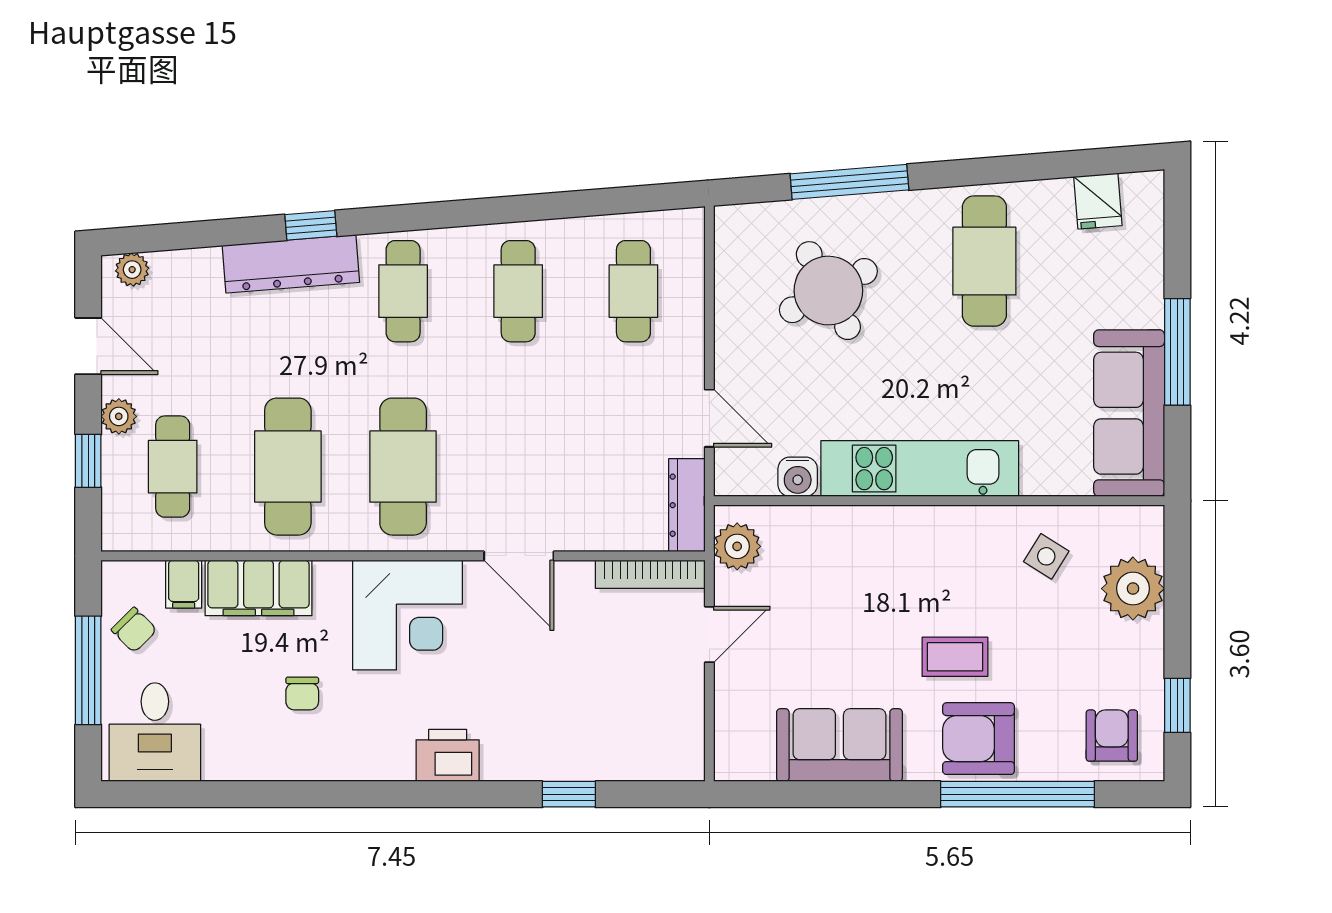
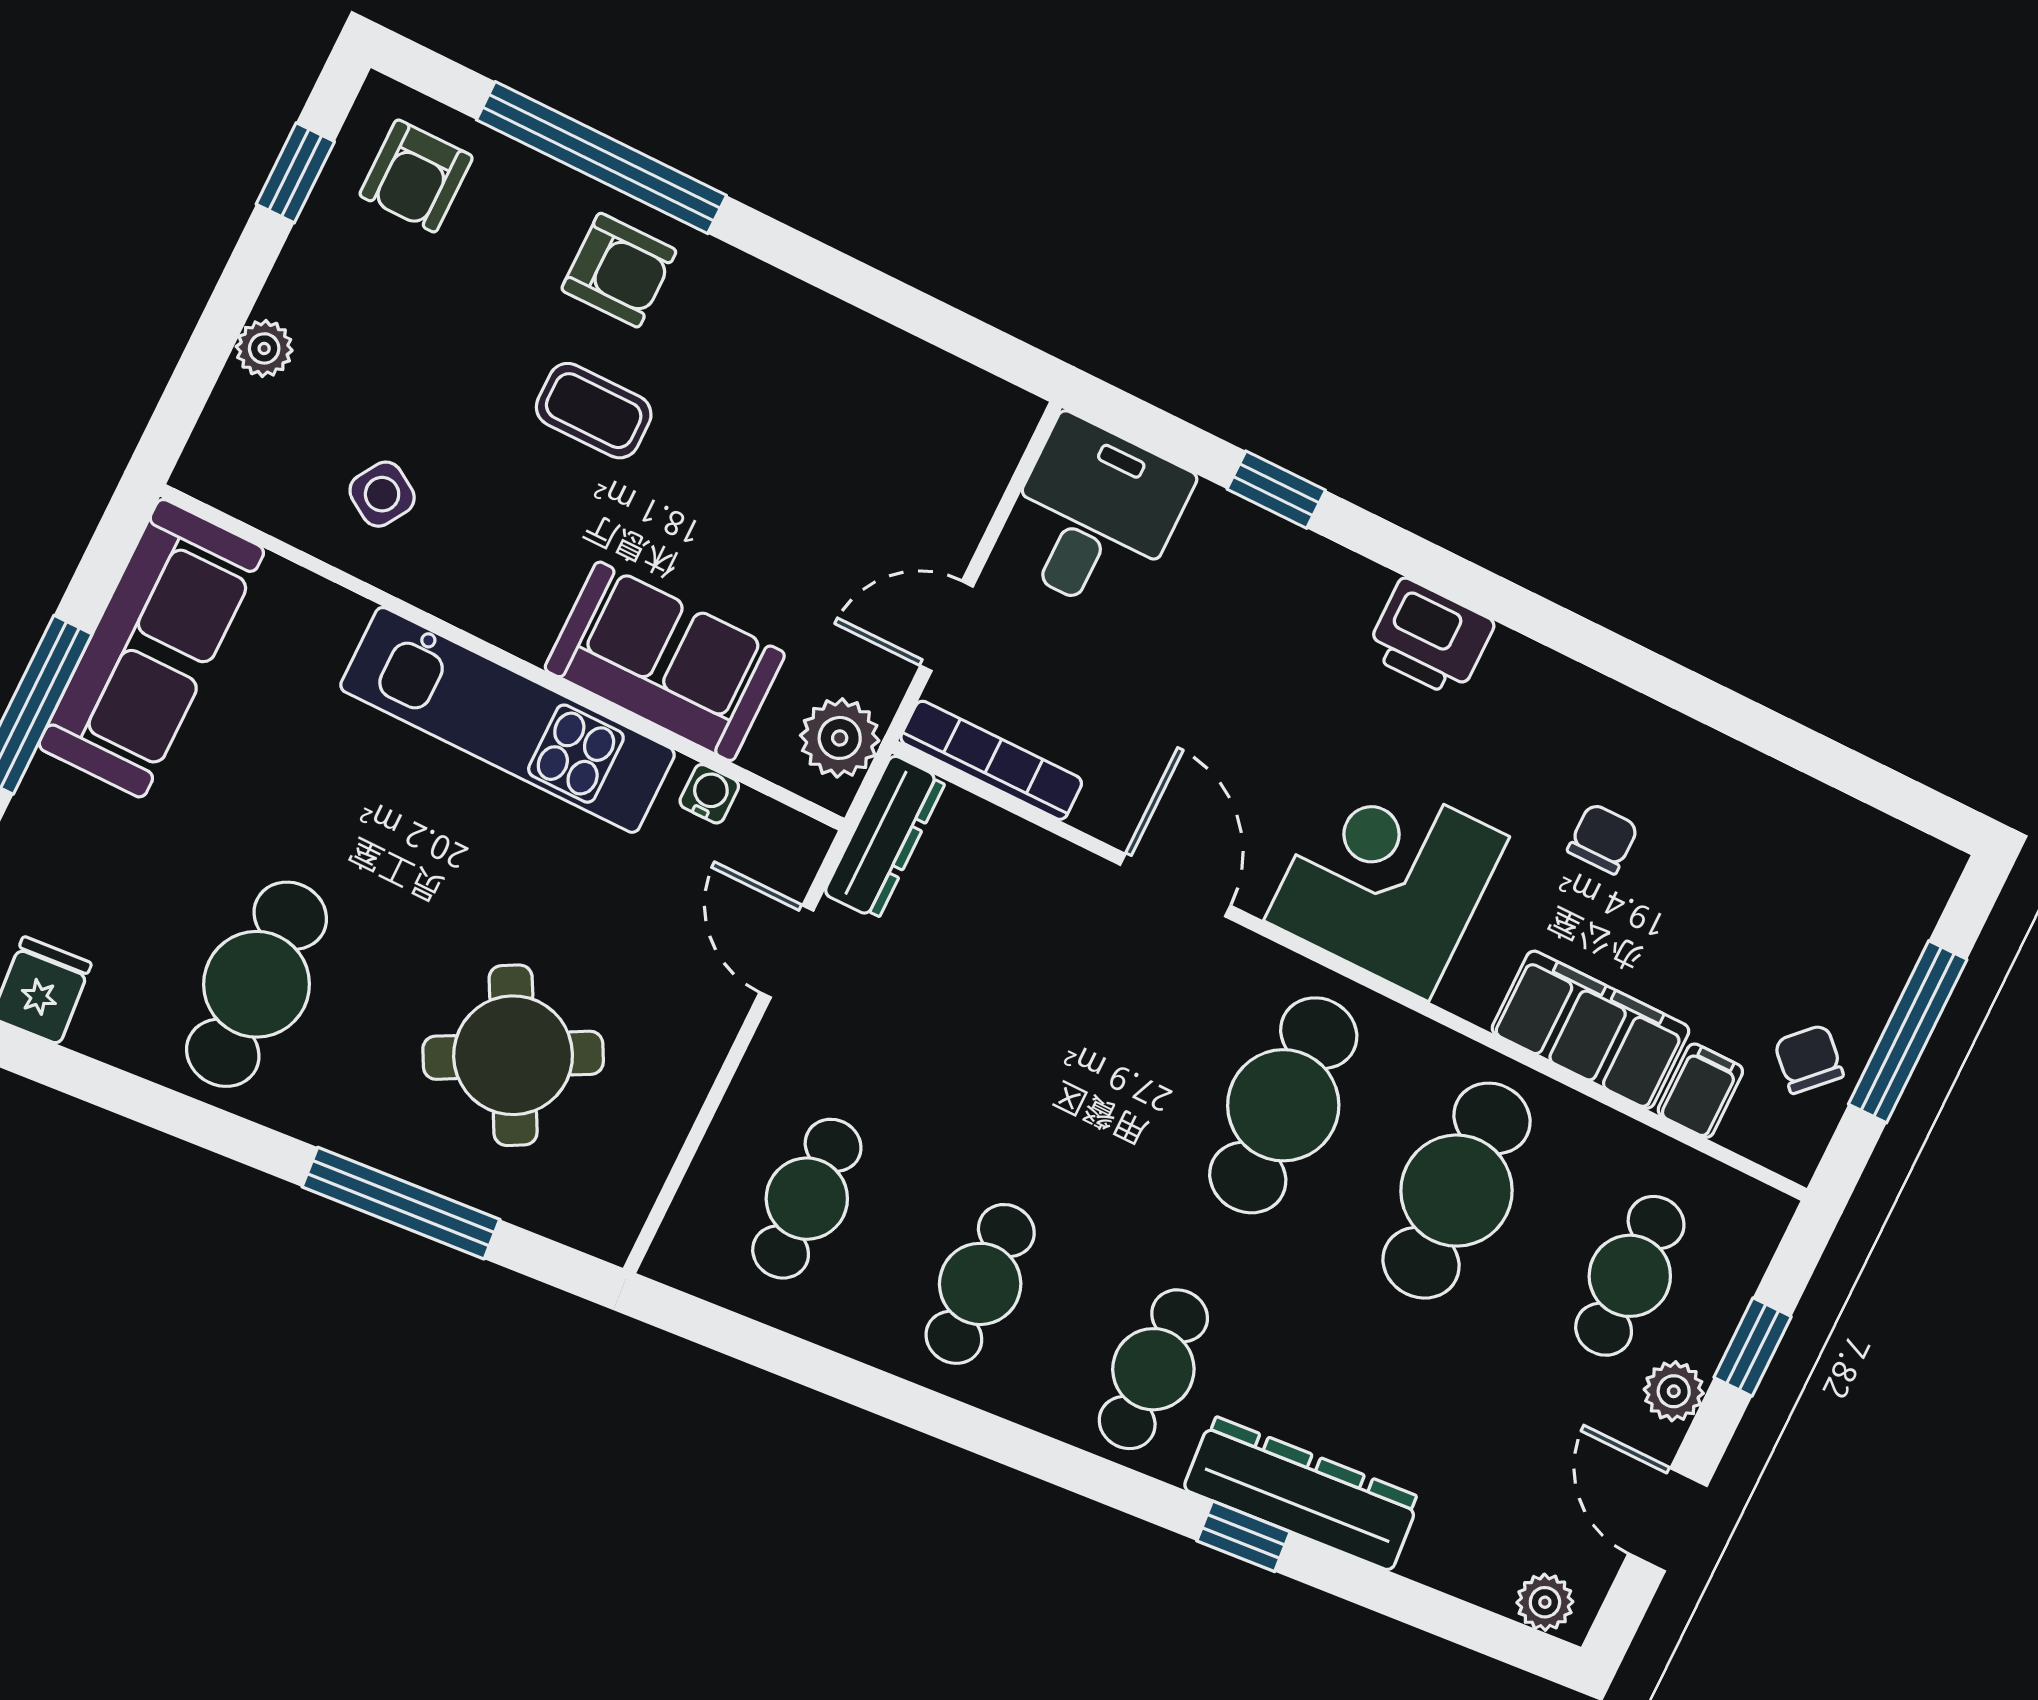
water cooler: (798, 477) -> (709, 794), width x0.72, depth x0.72
plant: (1133, 589) -> (264, 348), width x0.53, depth x0.53
desk: (155, 732) -> (1094, 516), moved
armchair: (979, 739) -> (619, 270), width x0.72, depth x0.72
sofa: (839, 745) -> (665, 661), moved, turned 180

